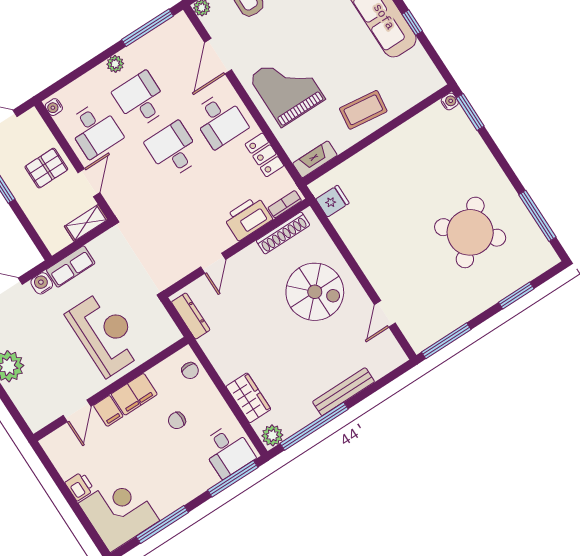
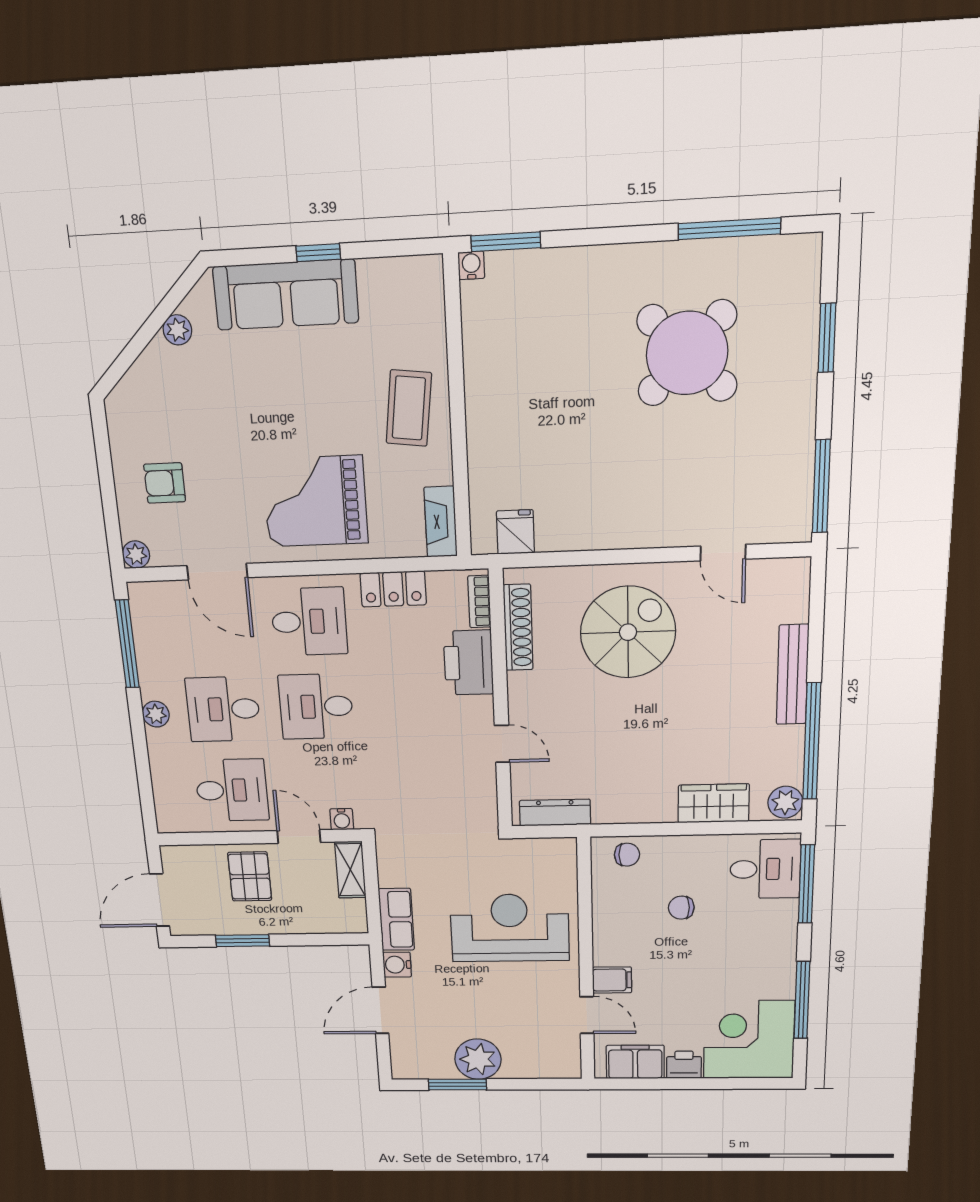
water cooler: (54, 107) -> (342, 819), moved
filing cabinet: (134, 394) -> (635, 1062), moved, turned -90
chair: (177, 420) -> (681, 908), turned 90

